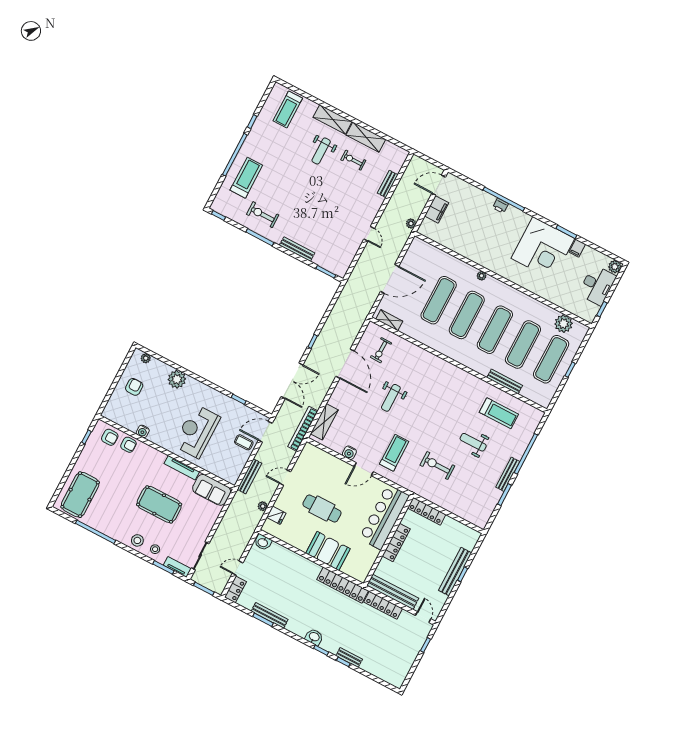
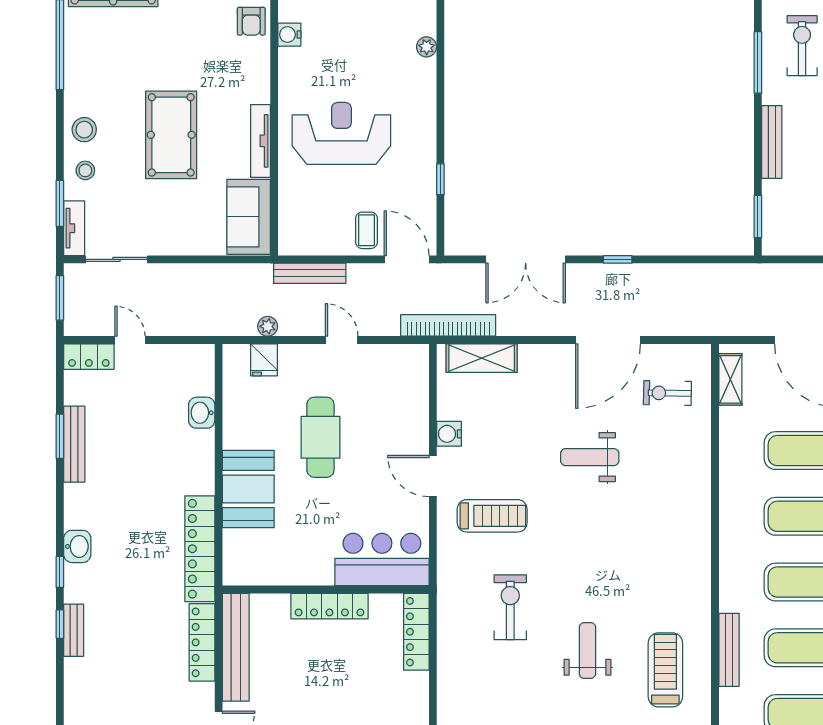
plant: (177, 379) -> (427, 47), width x0.53, depth x0.53
treadmill: (499, 413) -> (665, 670), turned 180
bar counter: (384, 517) -> (382, 560), width x0.73
washbasin: (263, 542) -> (202, 413), moved

